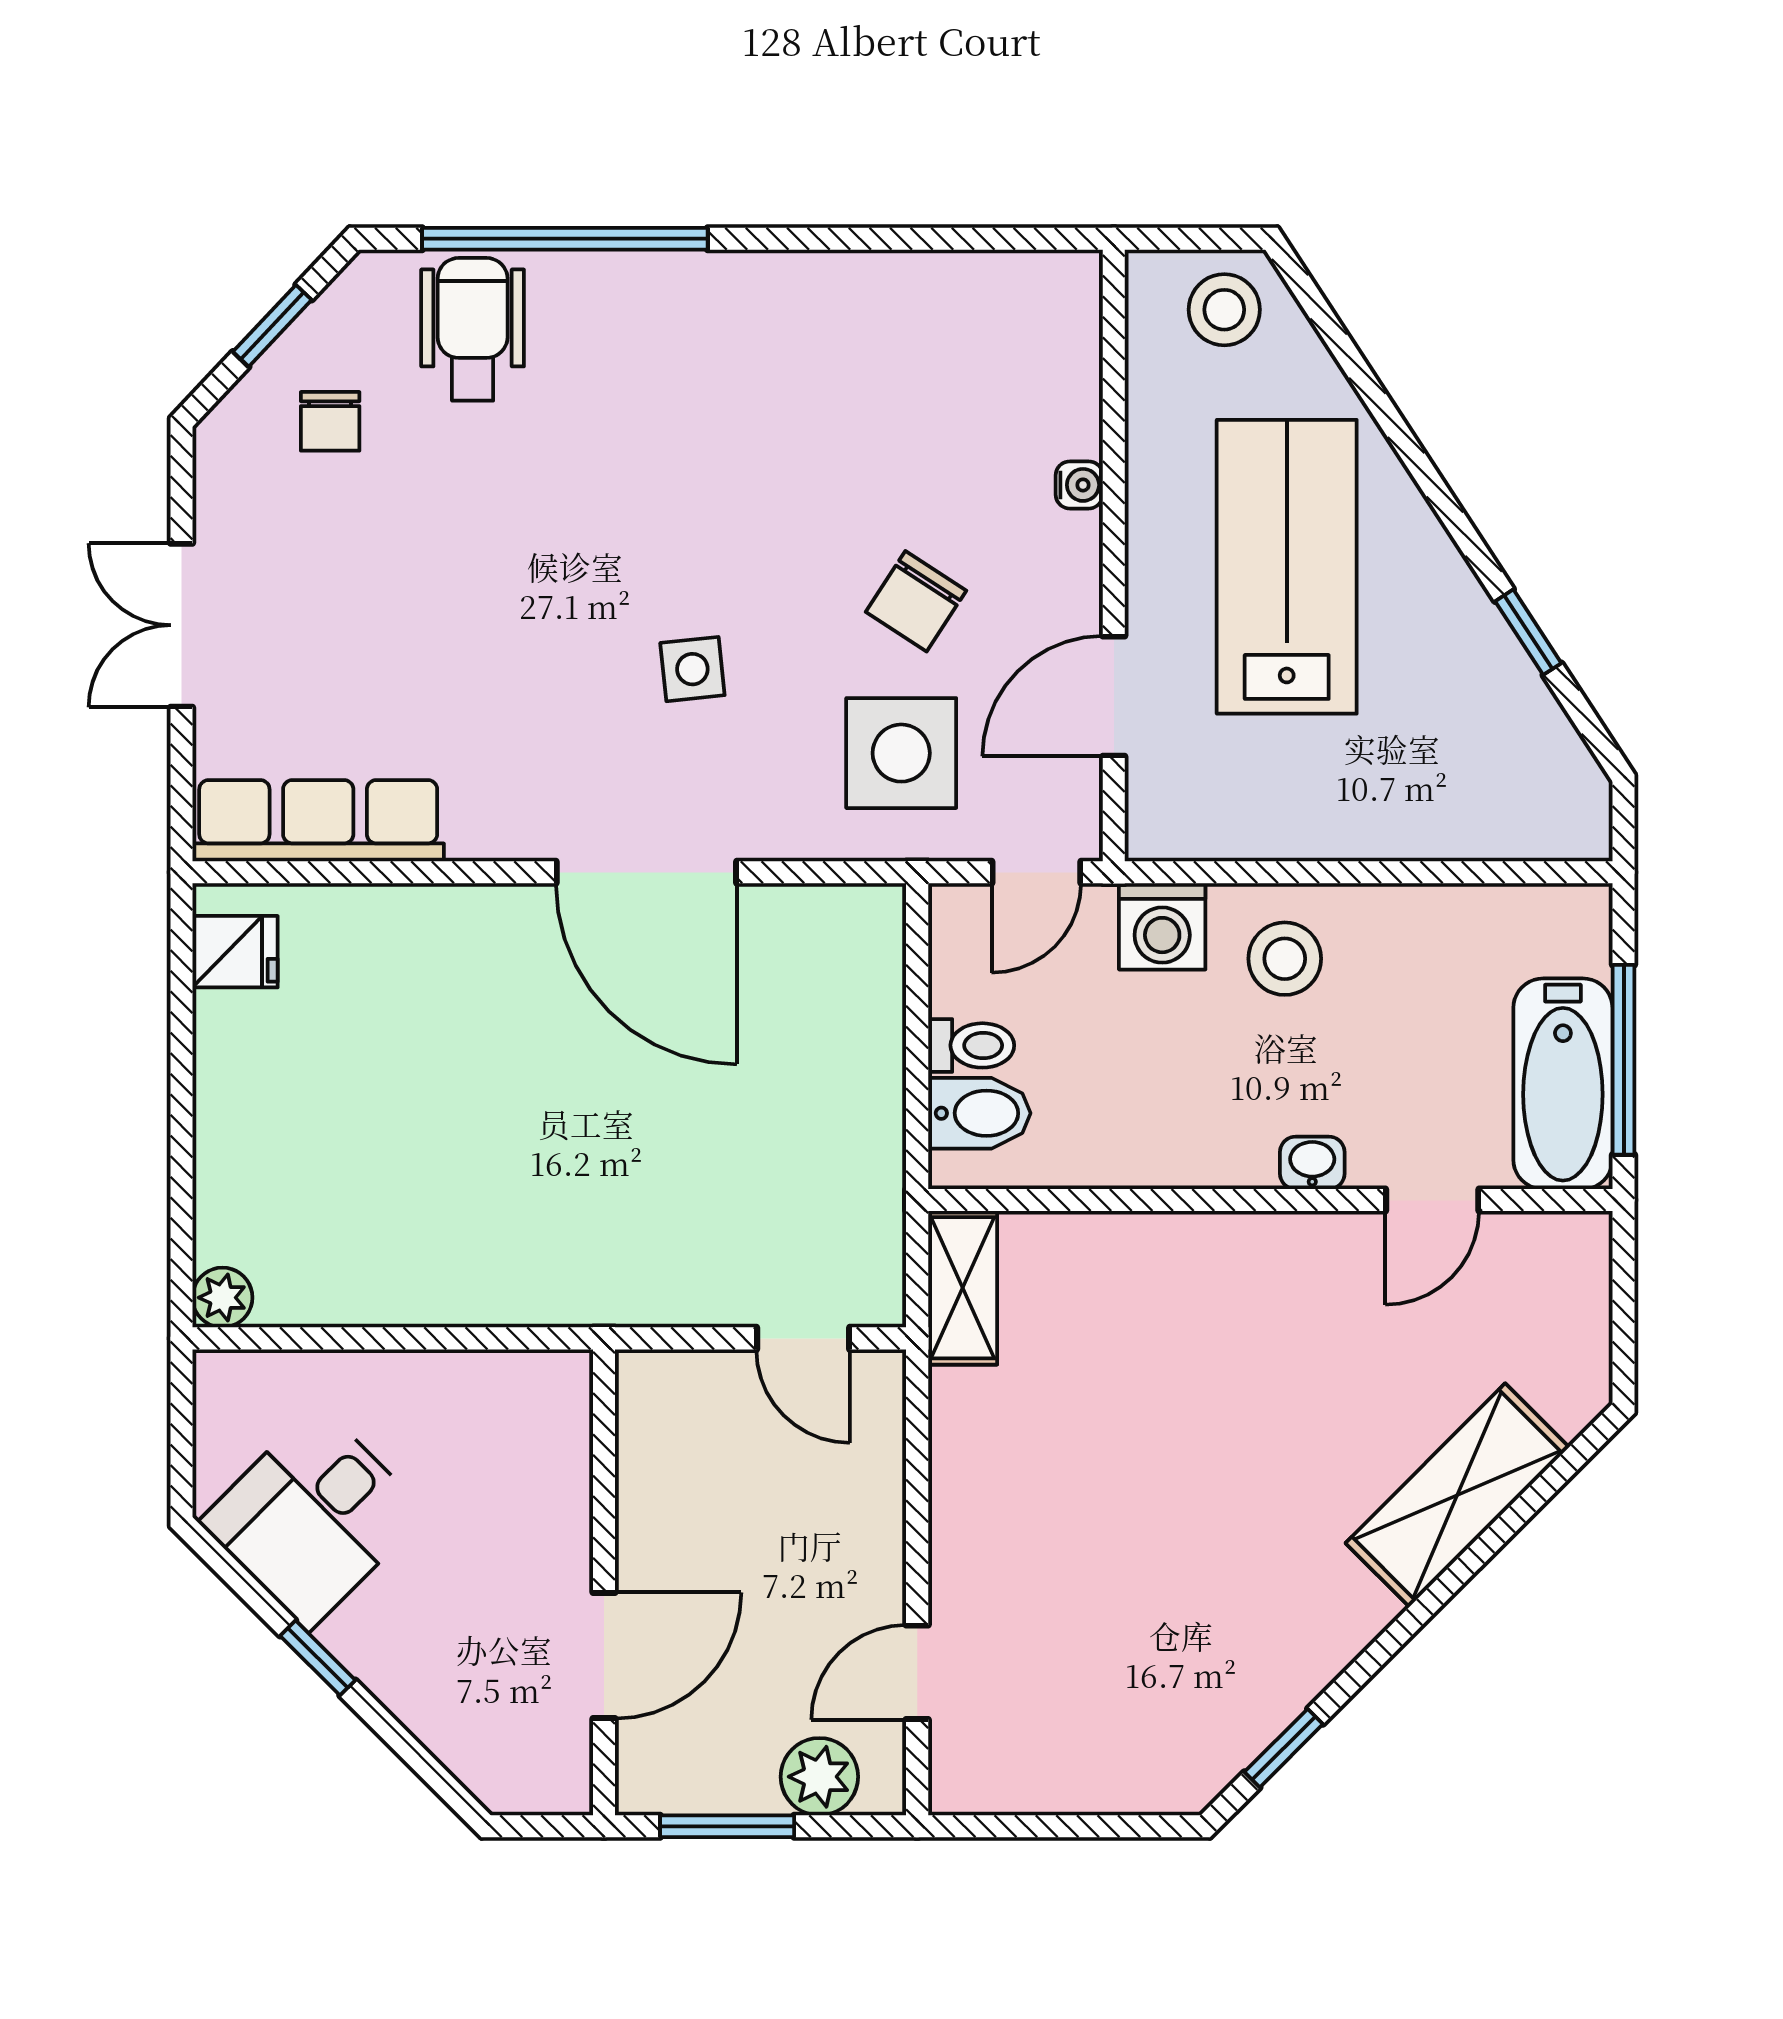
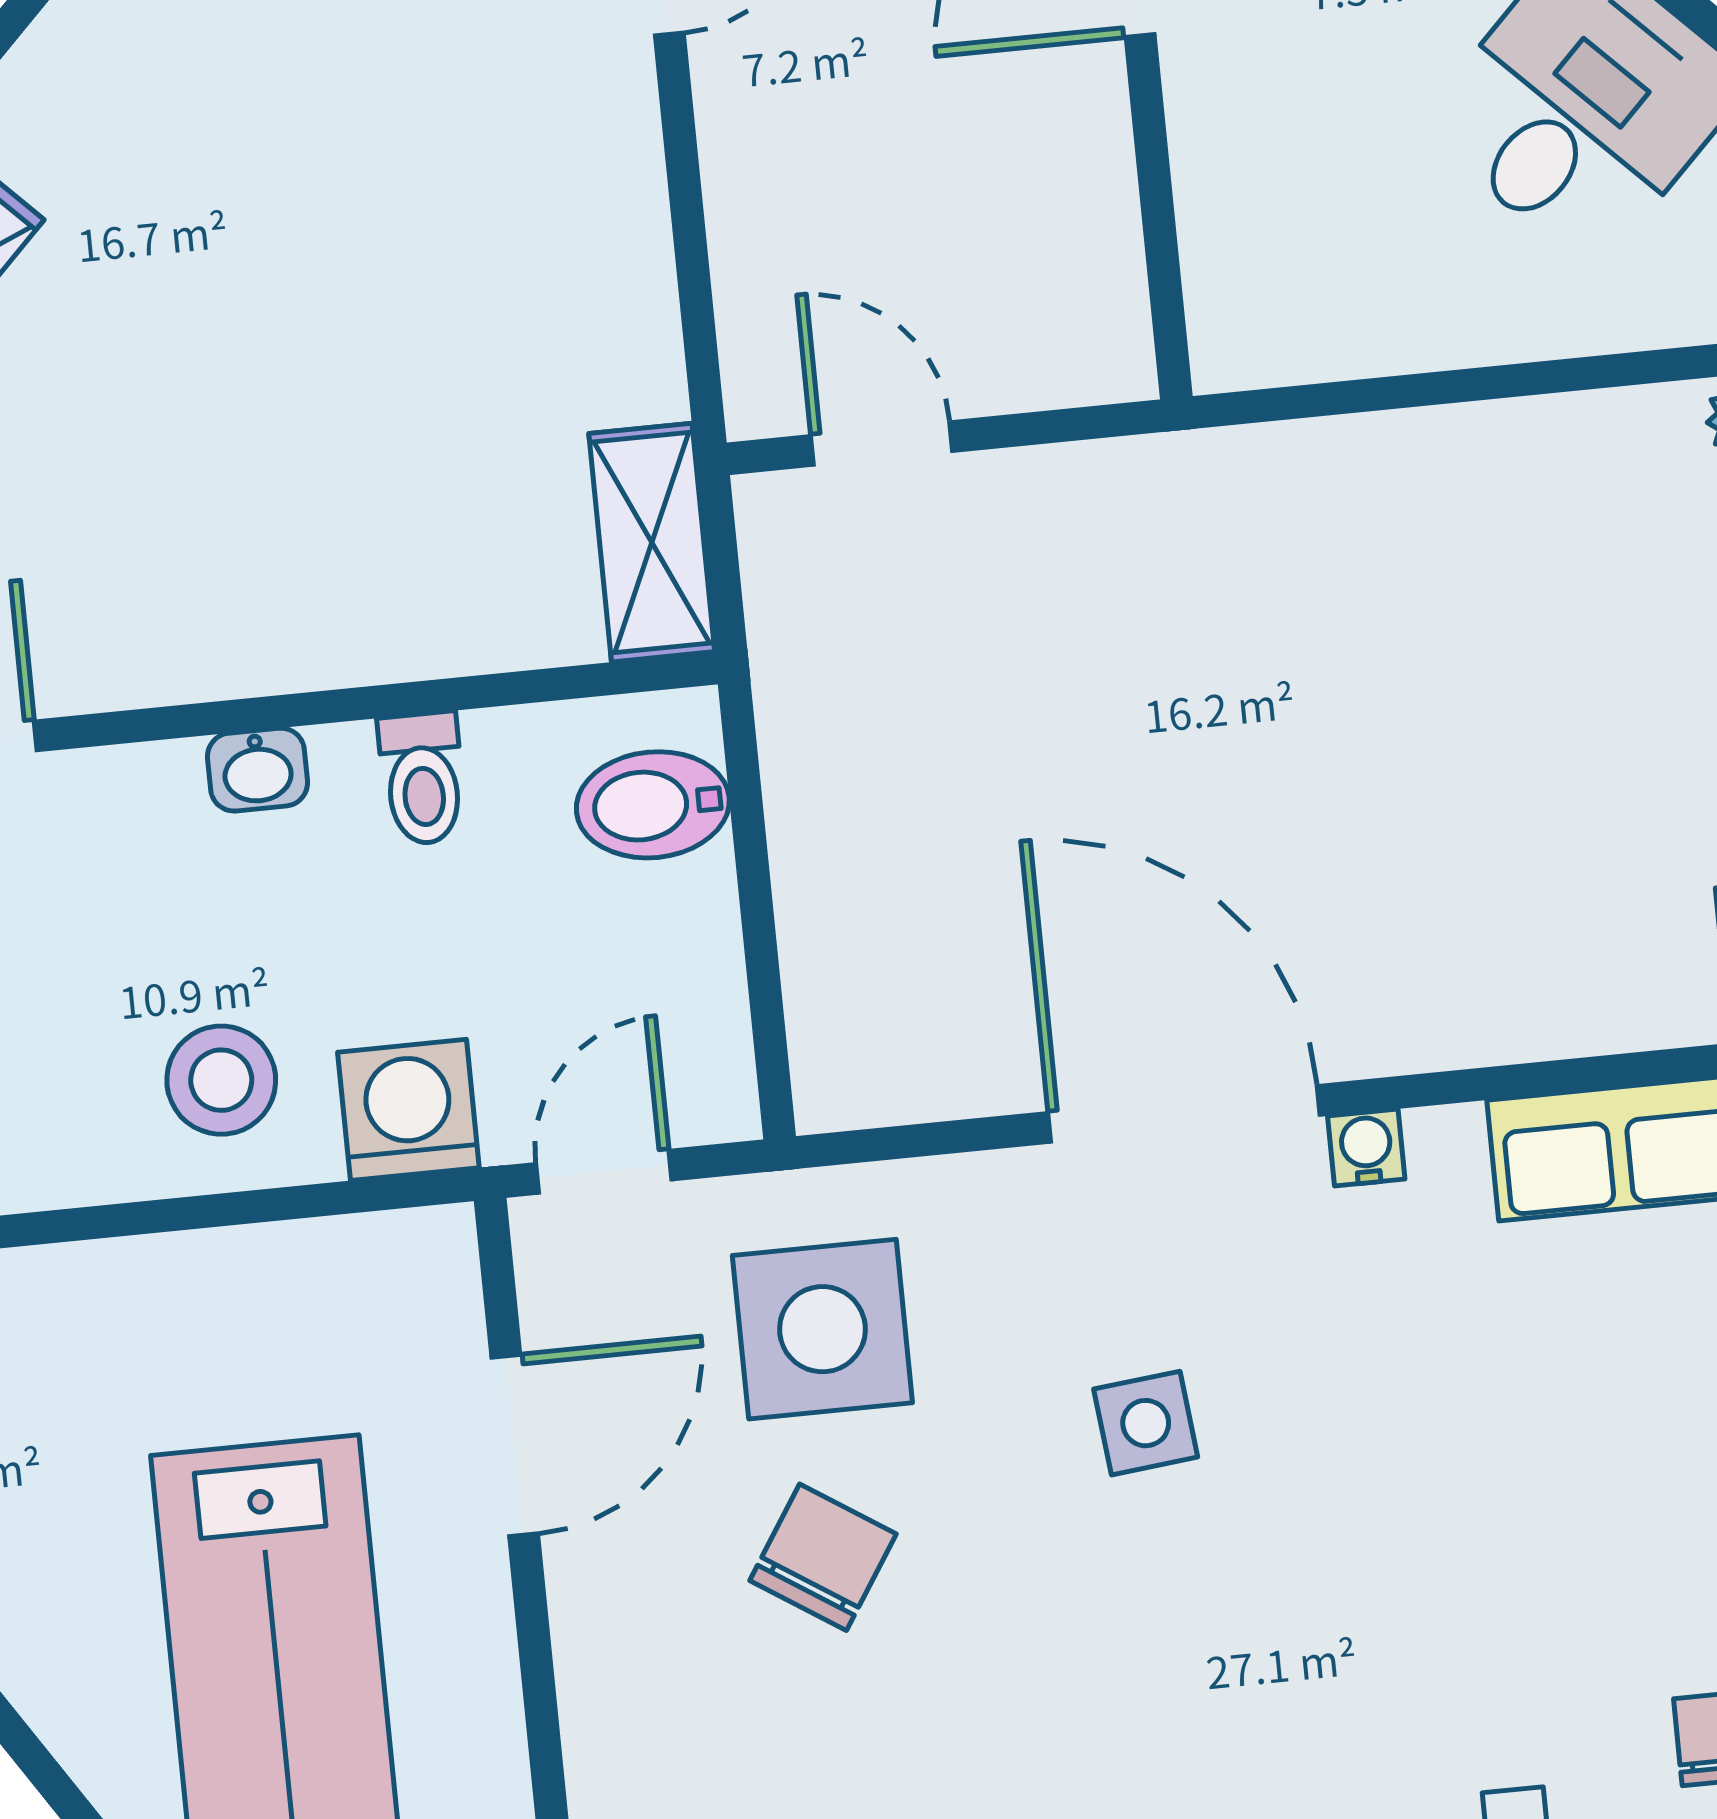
water cooler: (1079, 485) -> (1366, 1148), moved, turned 90
toilet: (971, 1045) -> (422, 779), moved, turned -90
washbasin: (1312, 1163) -> (257, 770), moved

